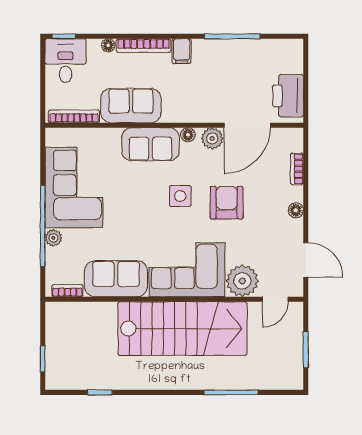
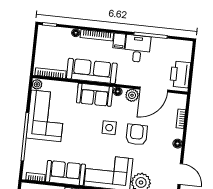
desk: (65, 61) -> (137, 49), moved
sofa: (131, 106) -> (92, 71), width x1.36
plant: (53, 238) -> (37, 84), moved

